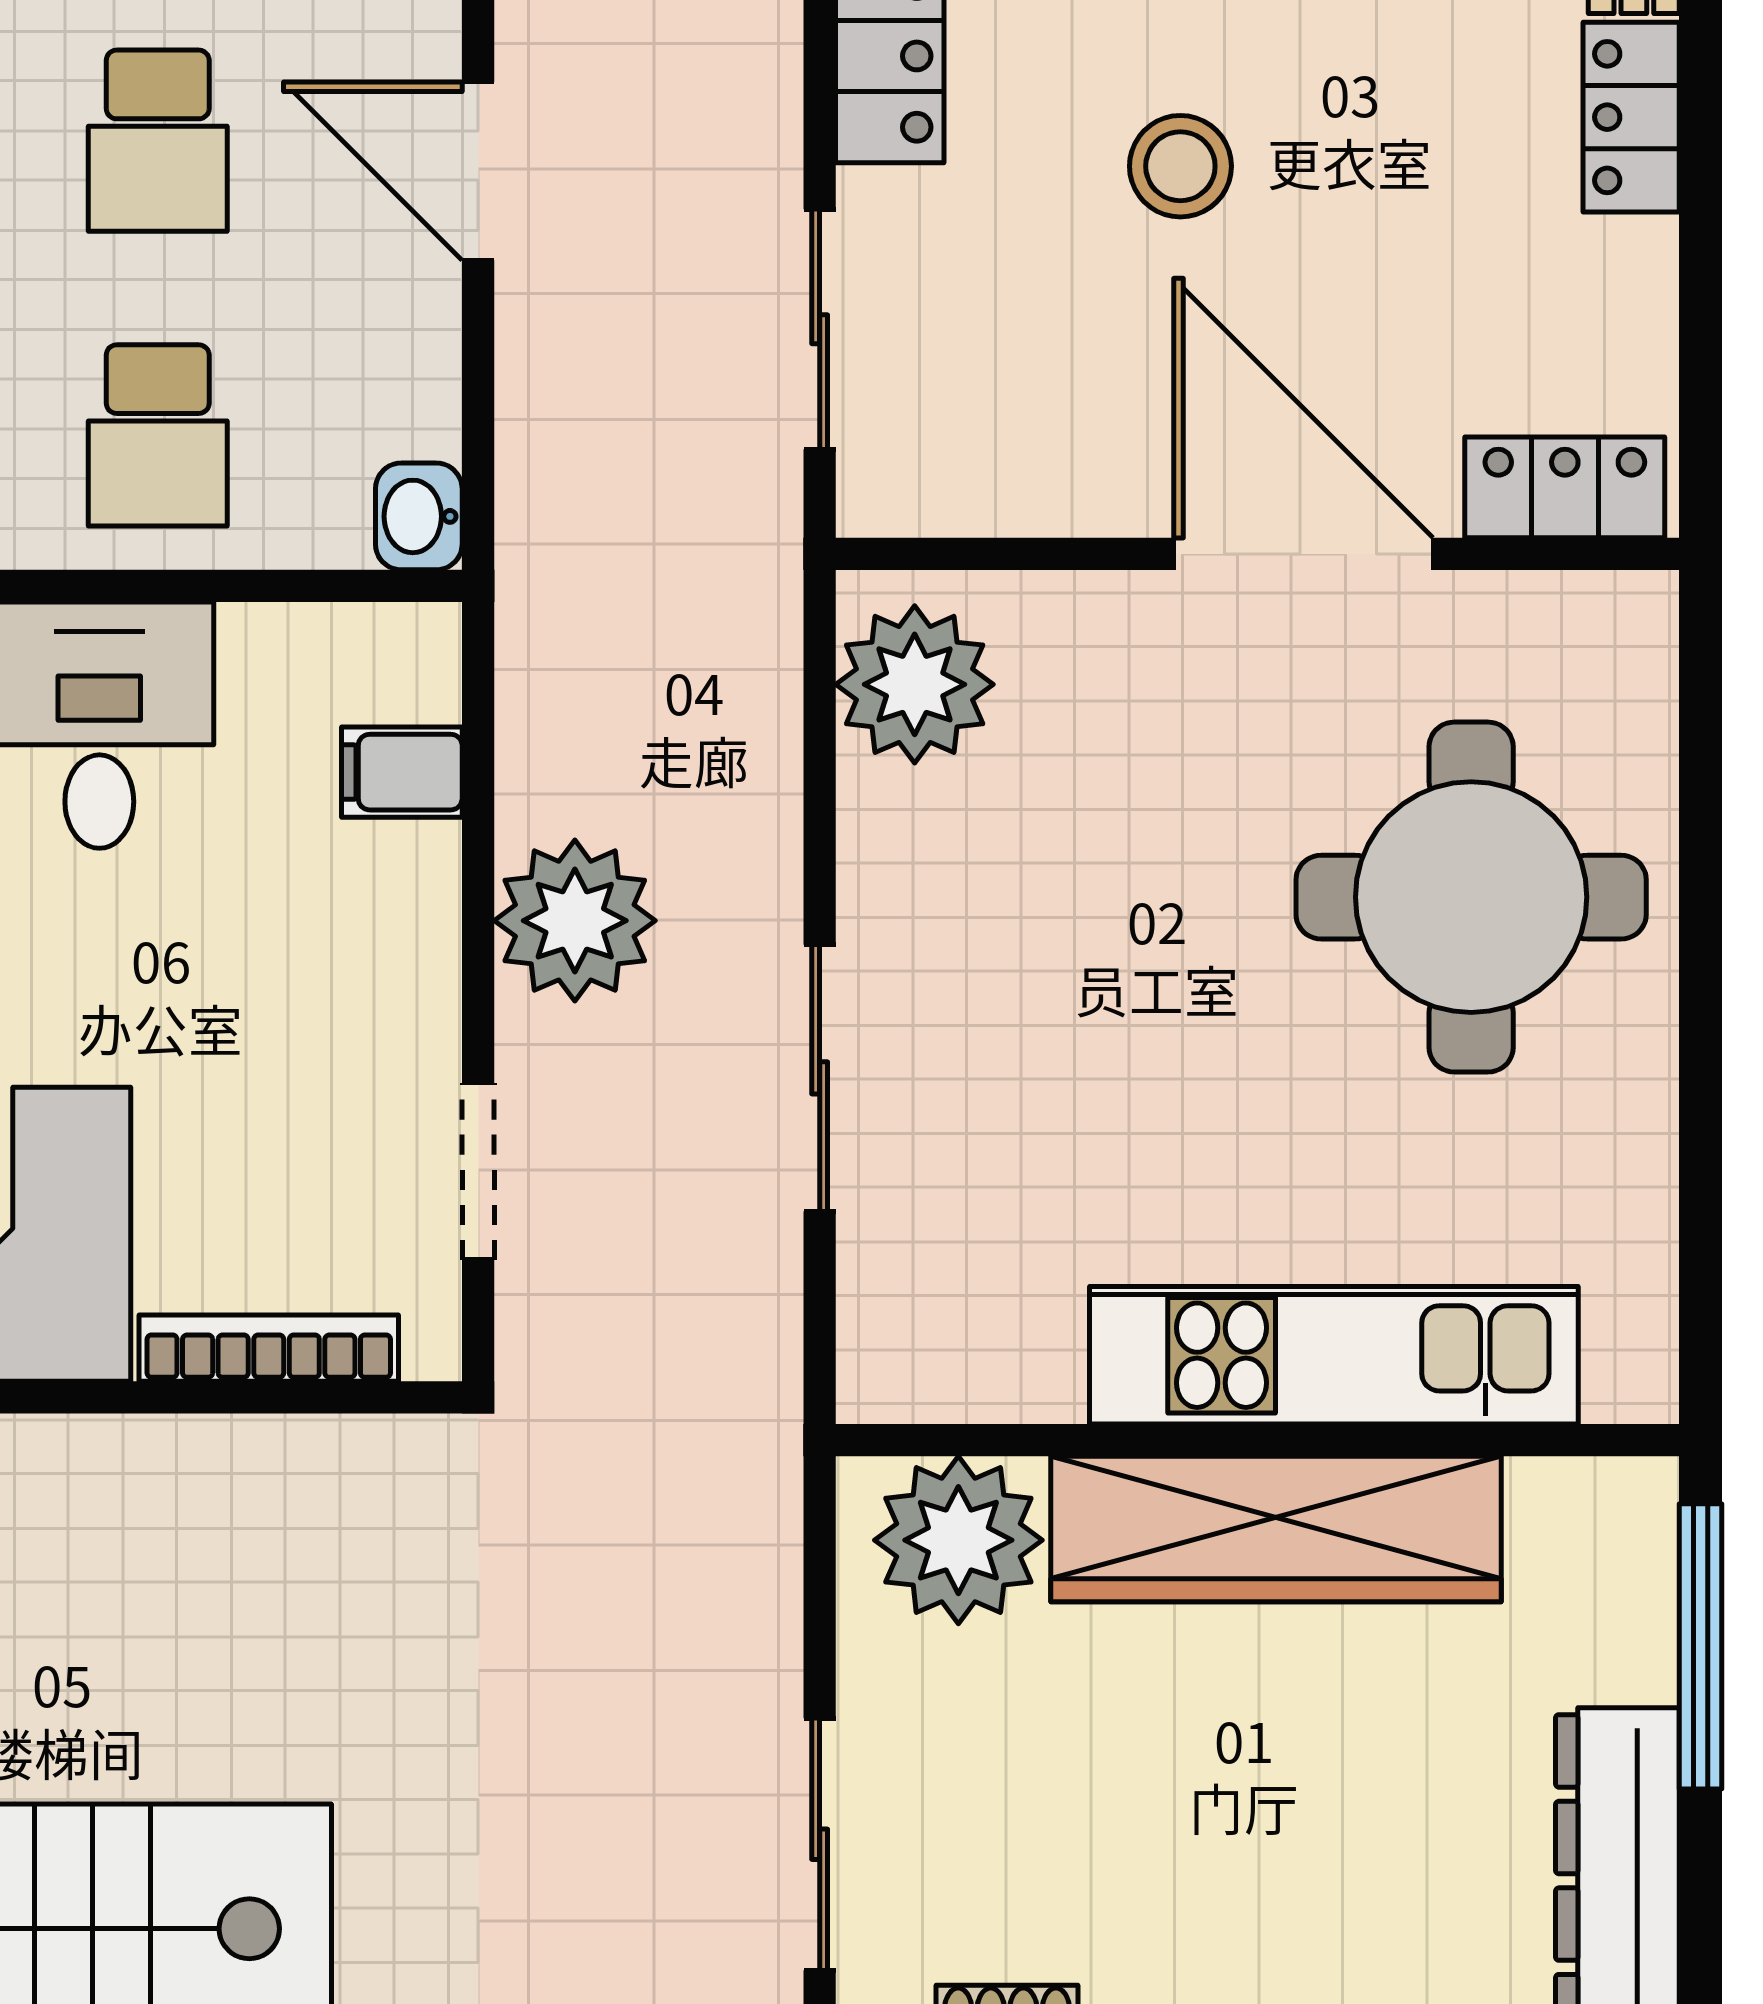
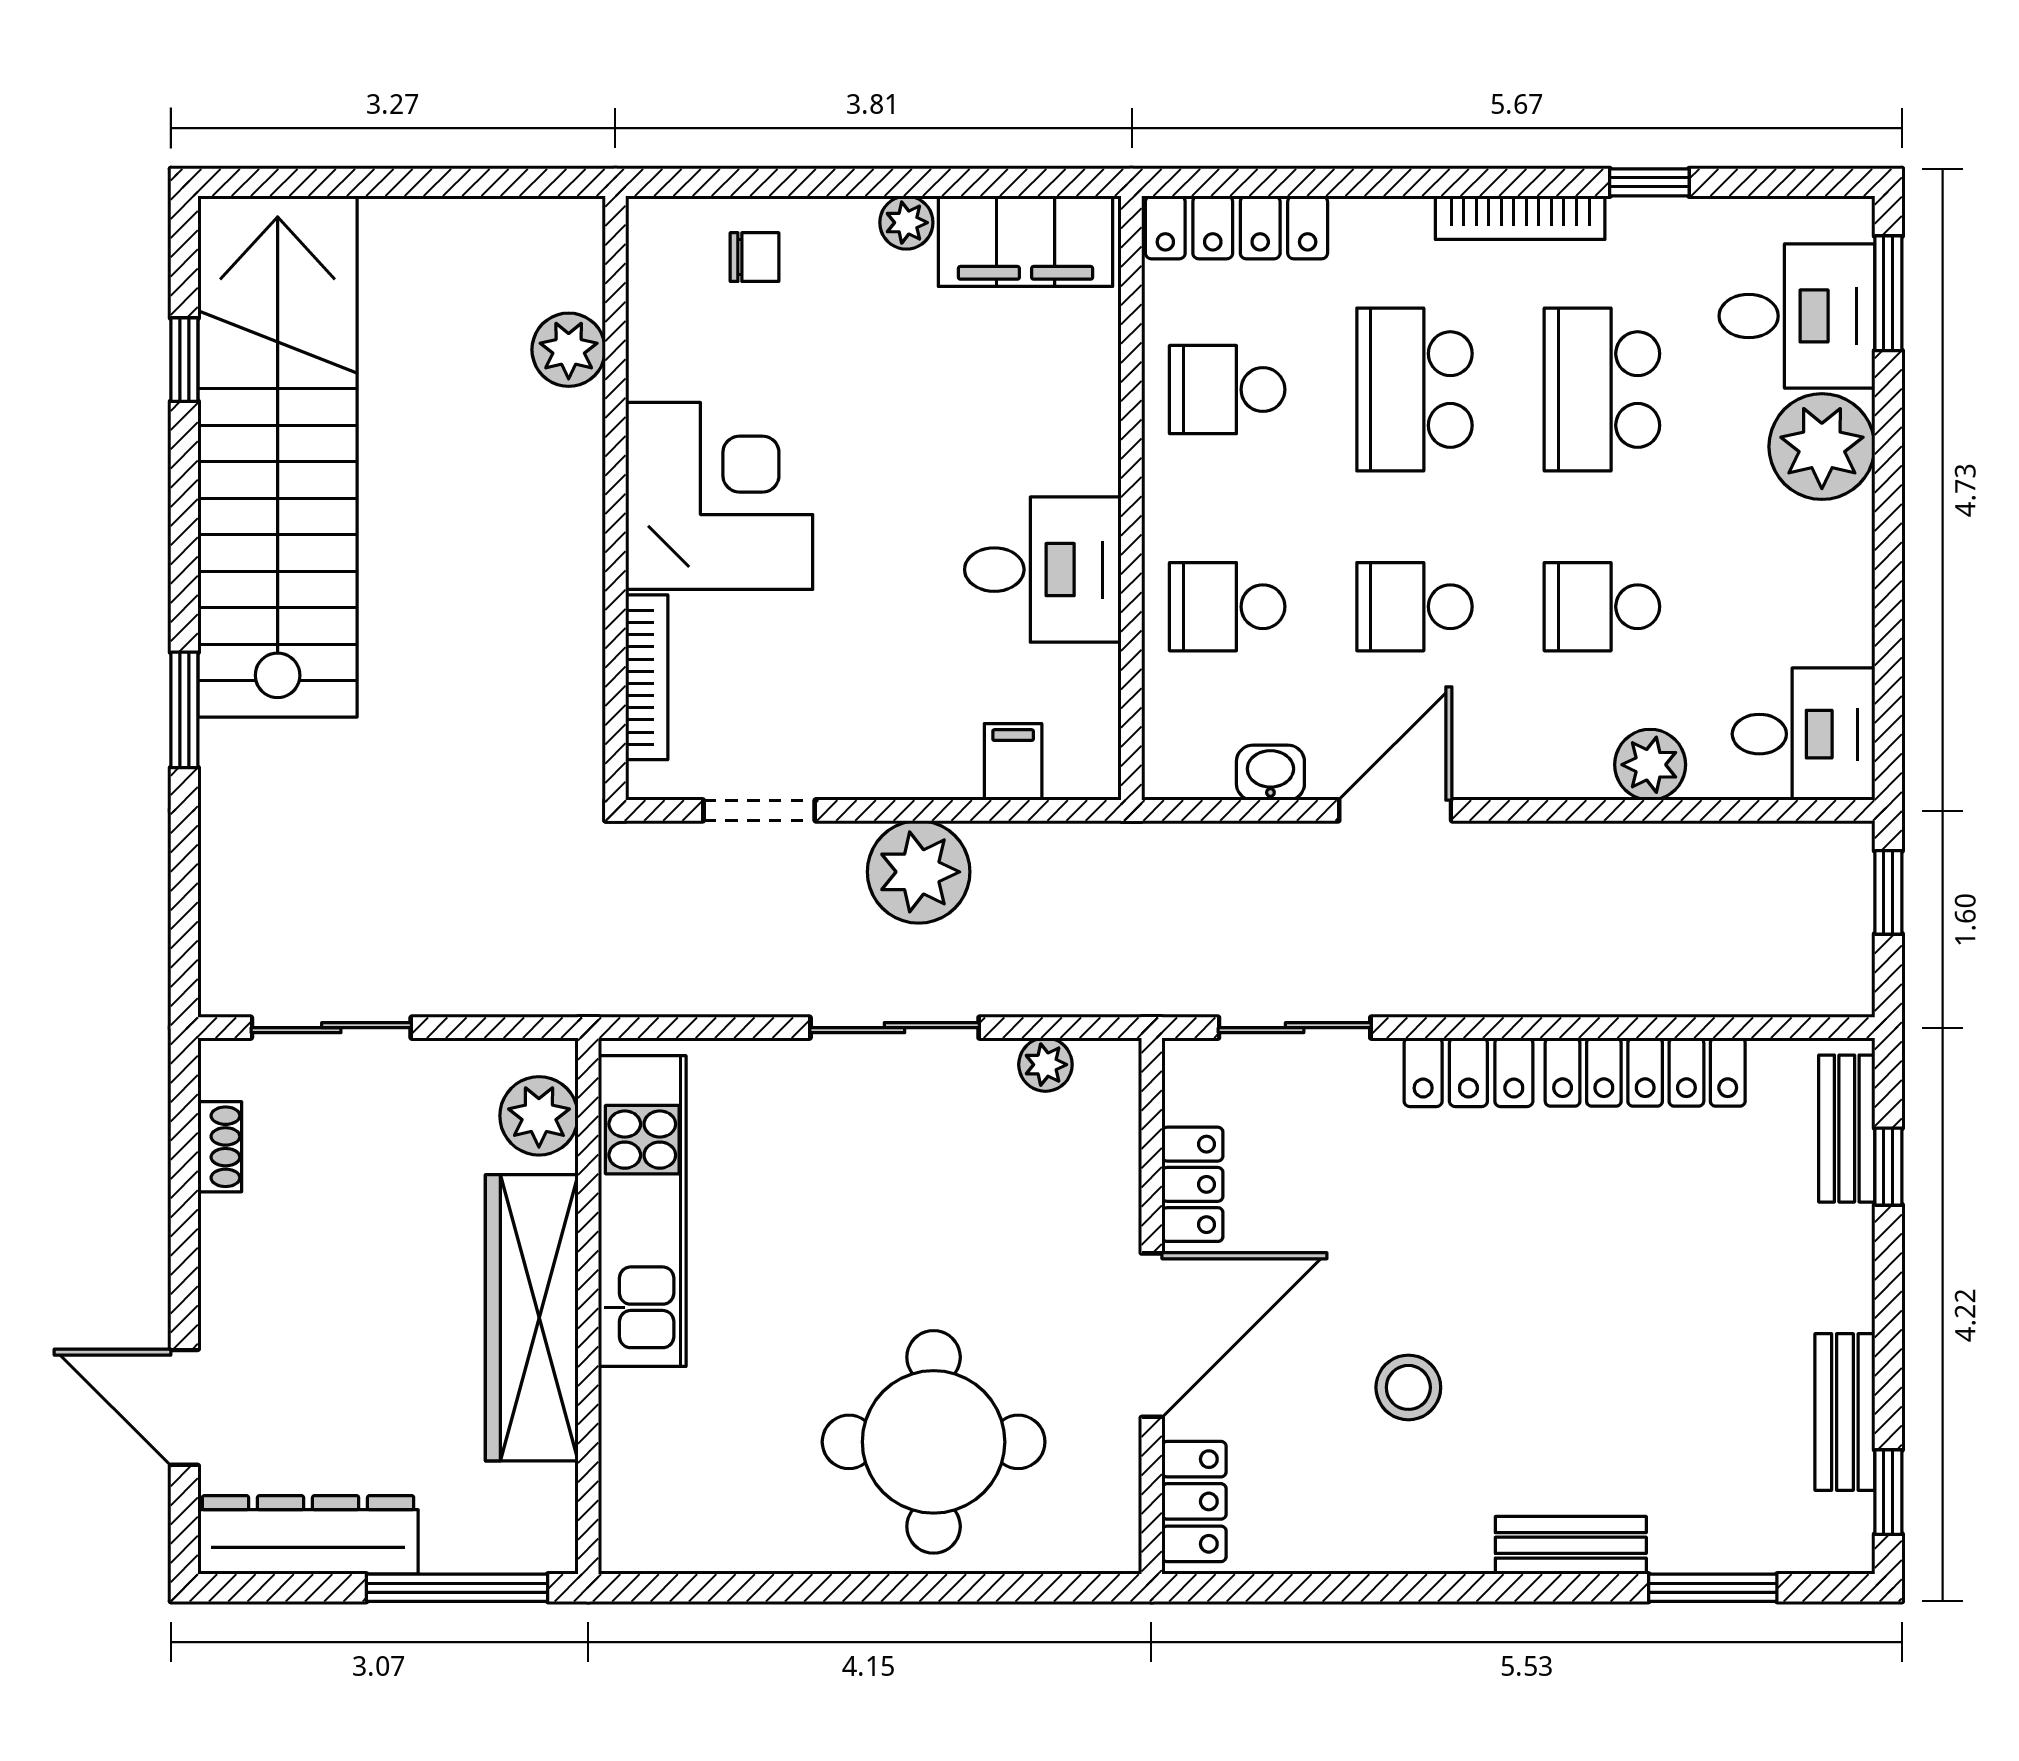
locker: (1631, 117) -> (1192, 1184), moved, turned 90
stool: (1180, 166) -> (1408, 1387), moved
washbasin: (419, 516) -> (1270, 773), moved
plant: (915, 684) -> (1045, 1065), width x0.53, depth x0.53
sliding door: (820, 1078) -> (895, 1028), moved
kitchen unit: (1334, 1355) -> (642, 1211), moved
plant: (958, 1540) -> (539, 1116), width x0.73, depth x0.73

